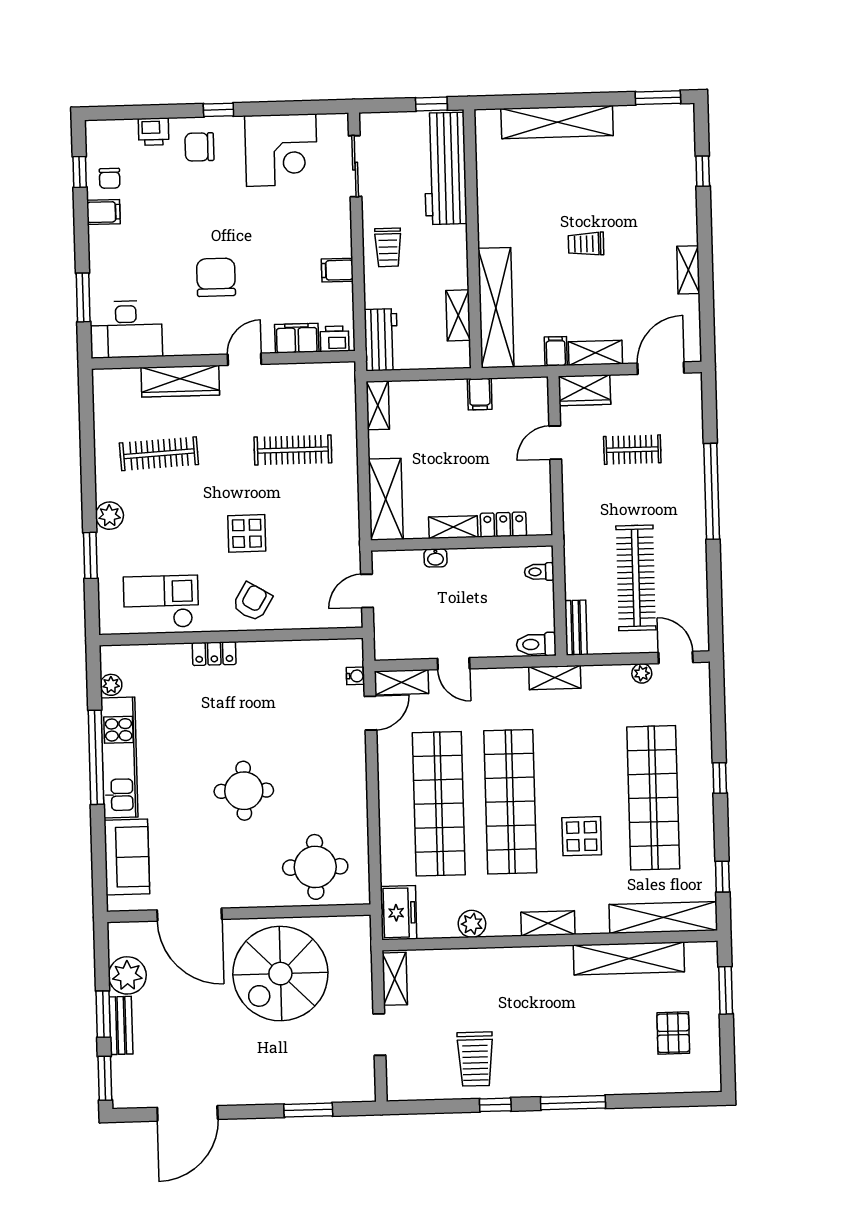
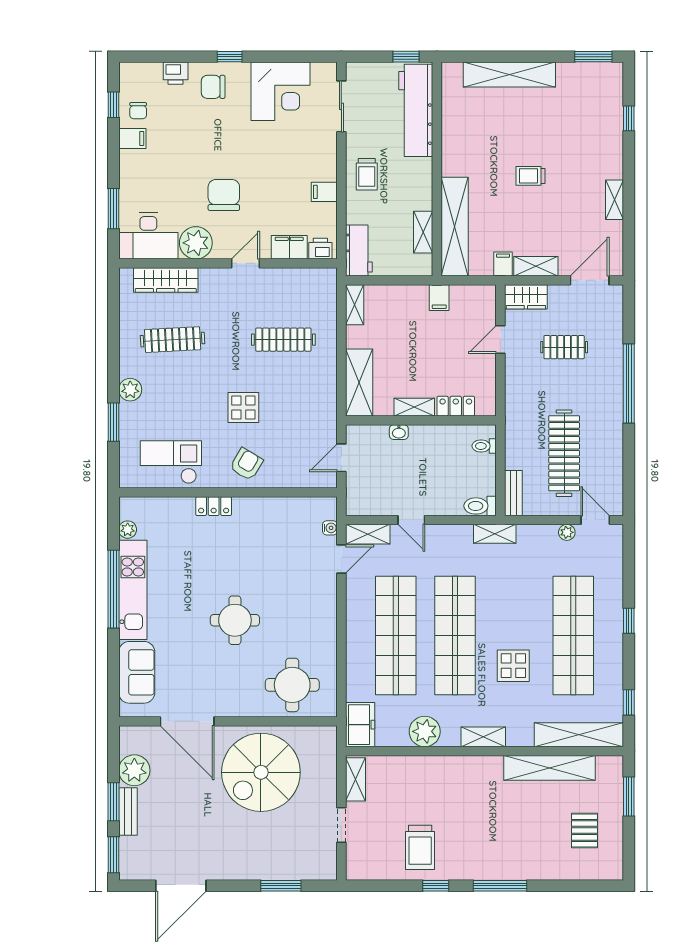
plant: (184, 336) -> (196, 243), added
wardrobe: (180, 381) -> (166, 280), moved
plant: (472, 924) -> (425, 731), width x1.36, depth x1.36

